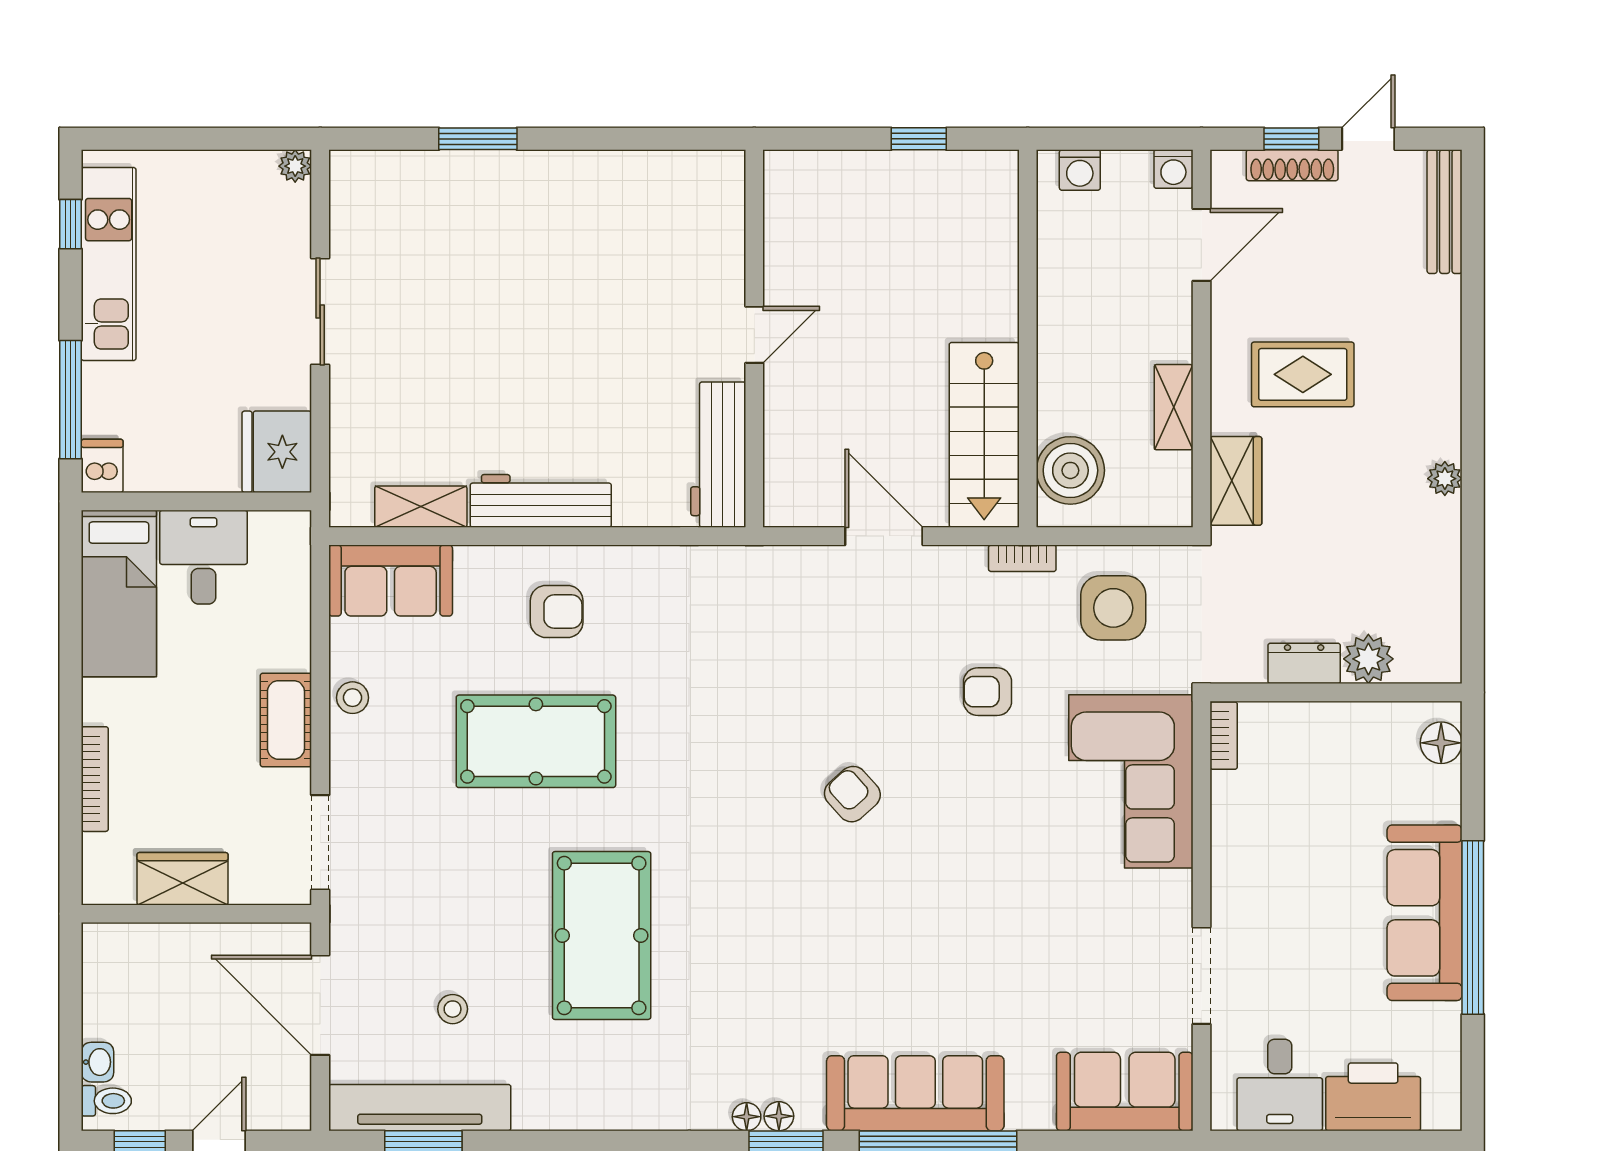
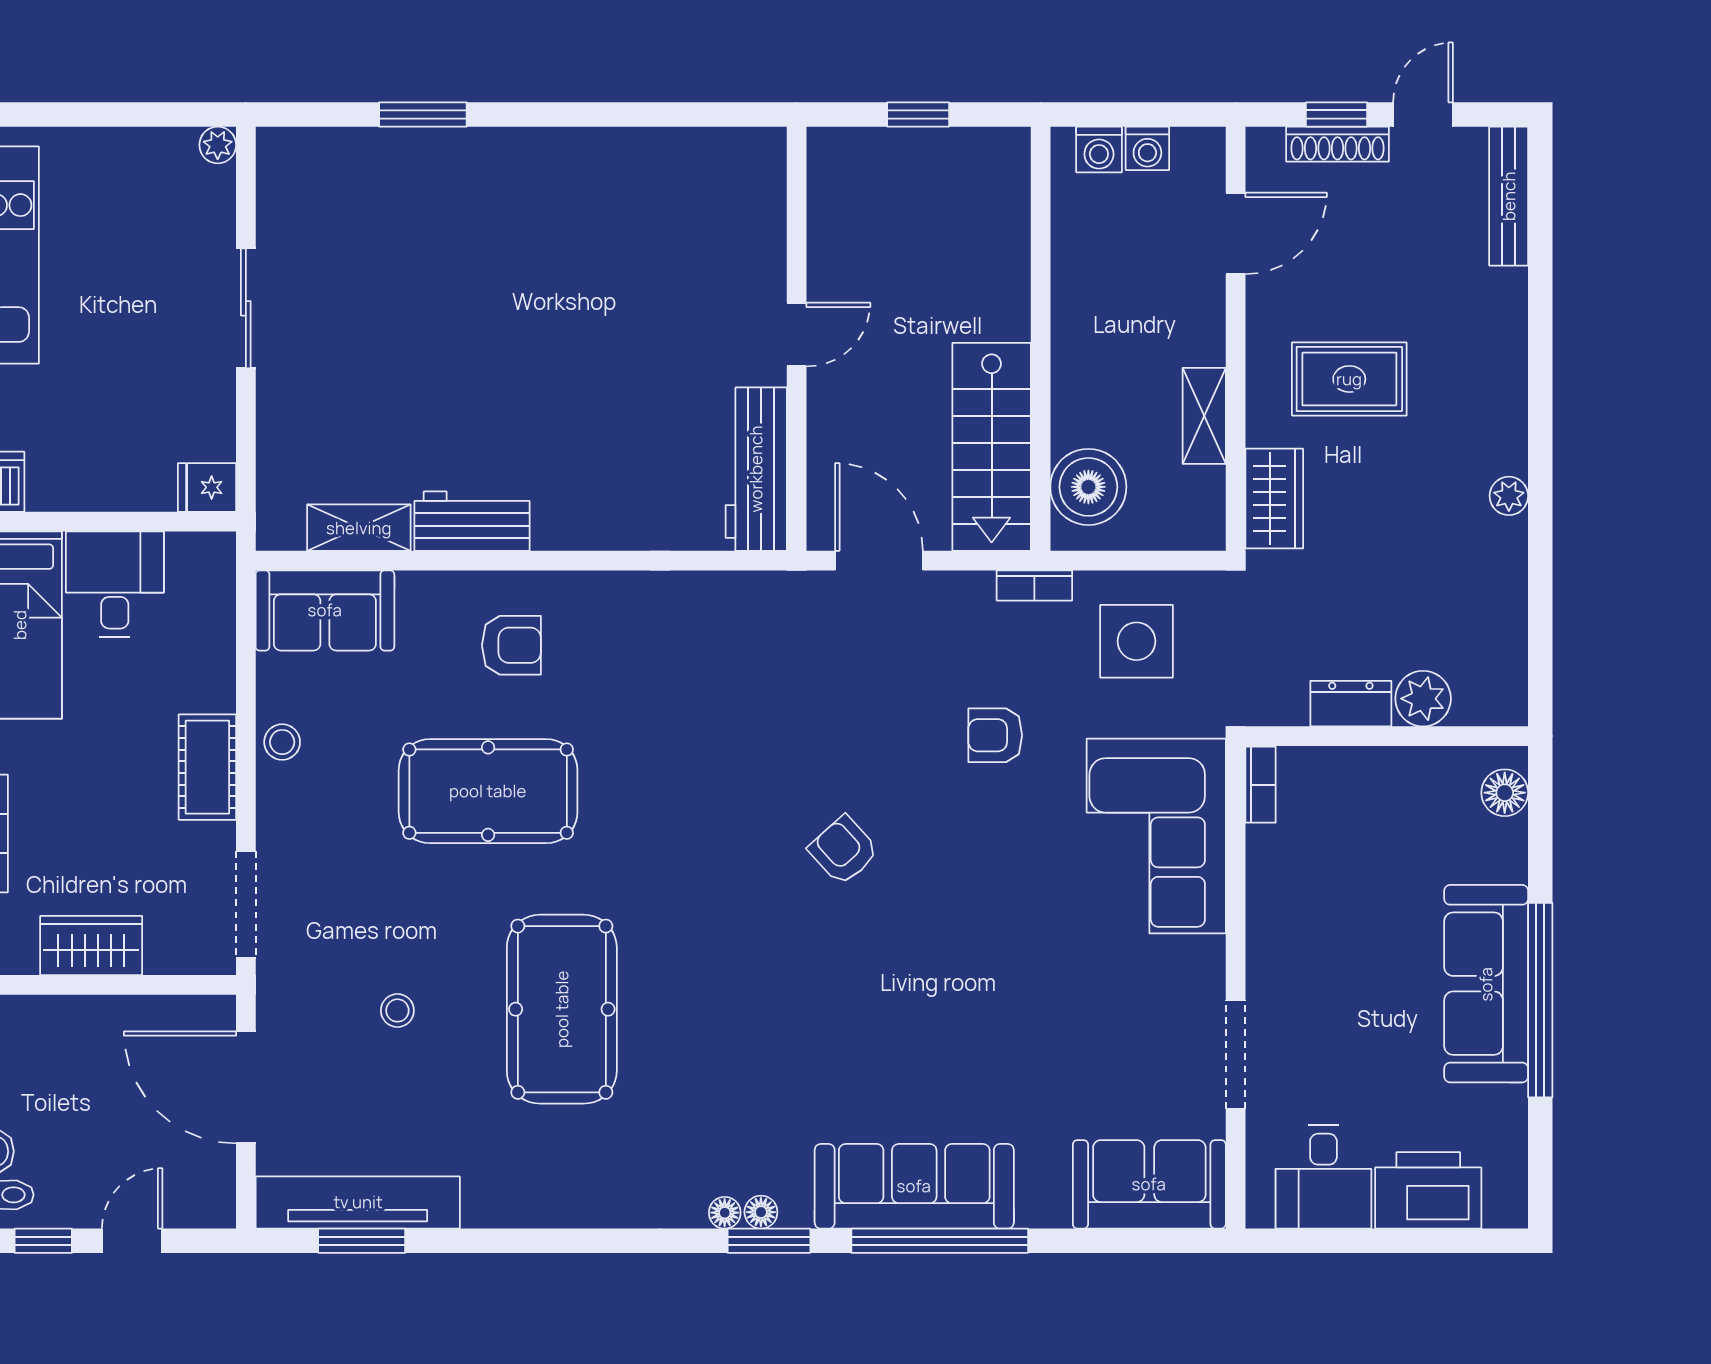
washing machine: (1173, 169) -> (1147, 148), moved
door: (754, 335) -> (797, 335), moved
wall: (754, 339) -> (797, 339), moved
fridge: (277, 452) -> (207, 487), width x0.53, depth x0.75
workbench: (718, 455) -> (756, 469), moved
workbench: (541, 501) -> (472, 521), width x0.73
stool: (453, 1009) -> (397, 1010), moved

